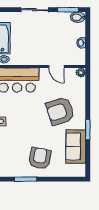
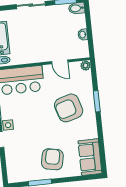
window: (88, 130) -> (97, 101), moved
sofa: (76, 146) -> (90, 157), moved

